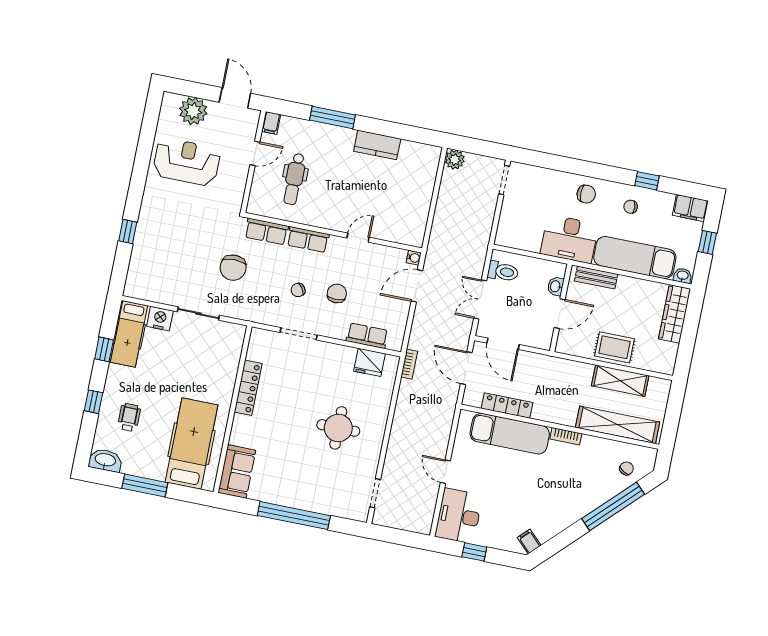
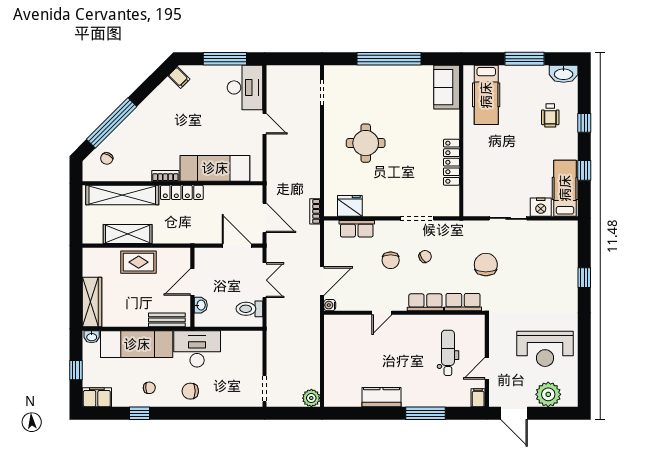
locker: (507, 405) -> (182, 192), moved
hospital bed: (191, 444) -> (486, 95), width x0.73, depth x0.78
window: (474, 552) -> (225, 59), width x2.17

